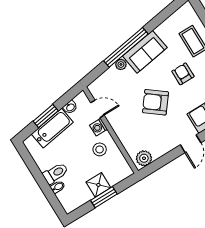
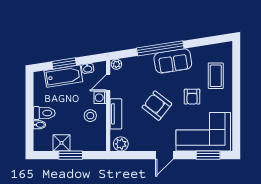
plant: (121, 64) -> (116, 64), moved
armchair: (183, 74) -> (192, 97), turned 180
door: (97, 109) -> (108, 83), swing flipped
tv unit: (122, 133) -> (116, 114), added
shower: (98, 185) -> (62, 143), moved

